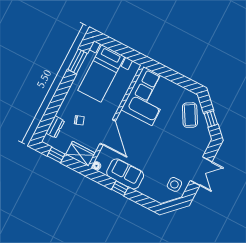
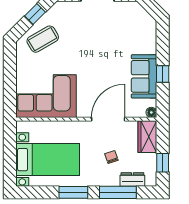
window: (77, 61) -> (73, 192), moved
window: (51, 112) -> (118, 192), added
side table: (174, 184) -> (127, 16), removed

